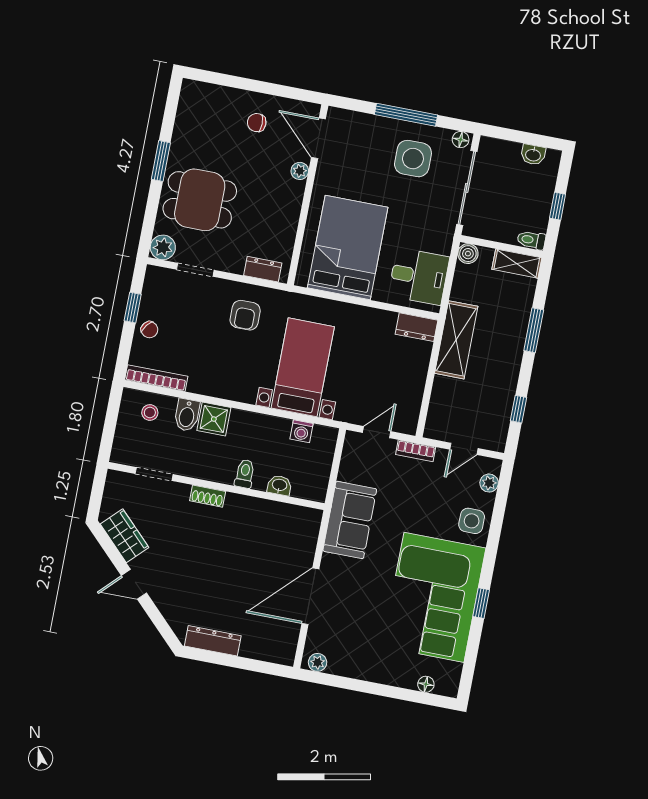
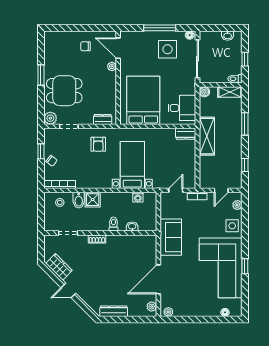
plant: (288, 646) -> (152, 307), added

